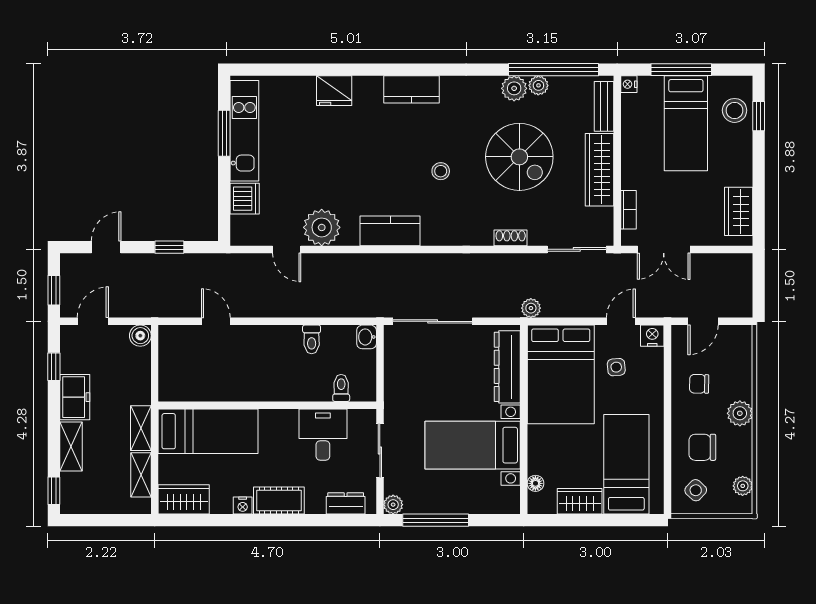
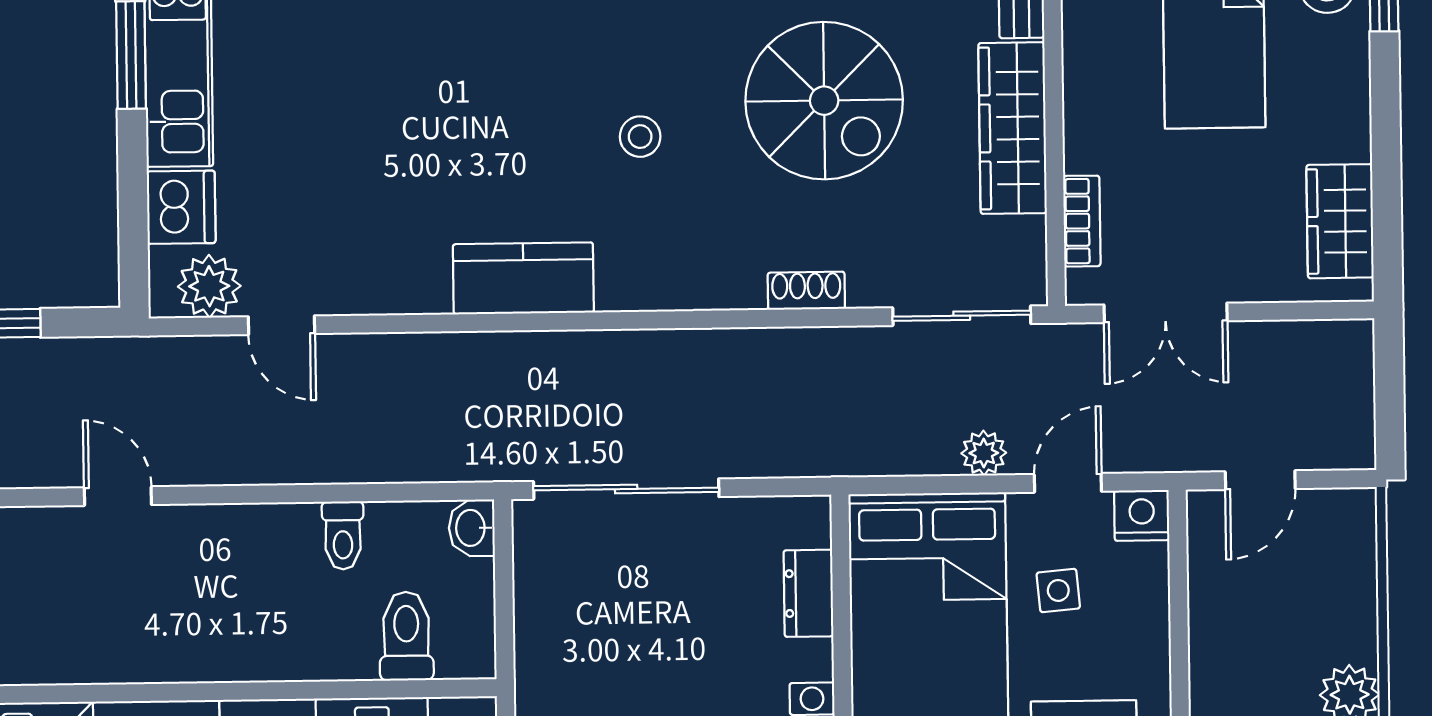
plant: (322, 227) -> (209, 286), moved, width x0.73, depth x0.73
plant: (531, 308) -> (984, 453), moved
dresser: (507, 367) -> (808, 593), width x0.51, depth x0.80
chair: (699, 384) -> (1253, 627), removed
toilet: (341, 388) -> (406, 636), width x1.37, depth x1.39

